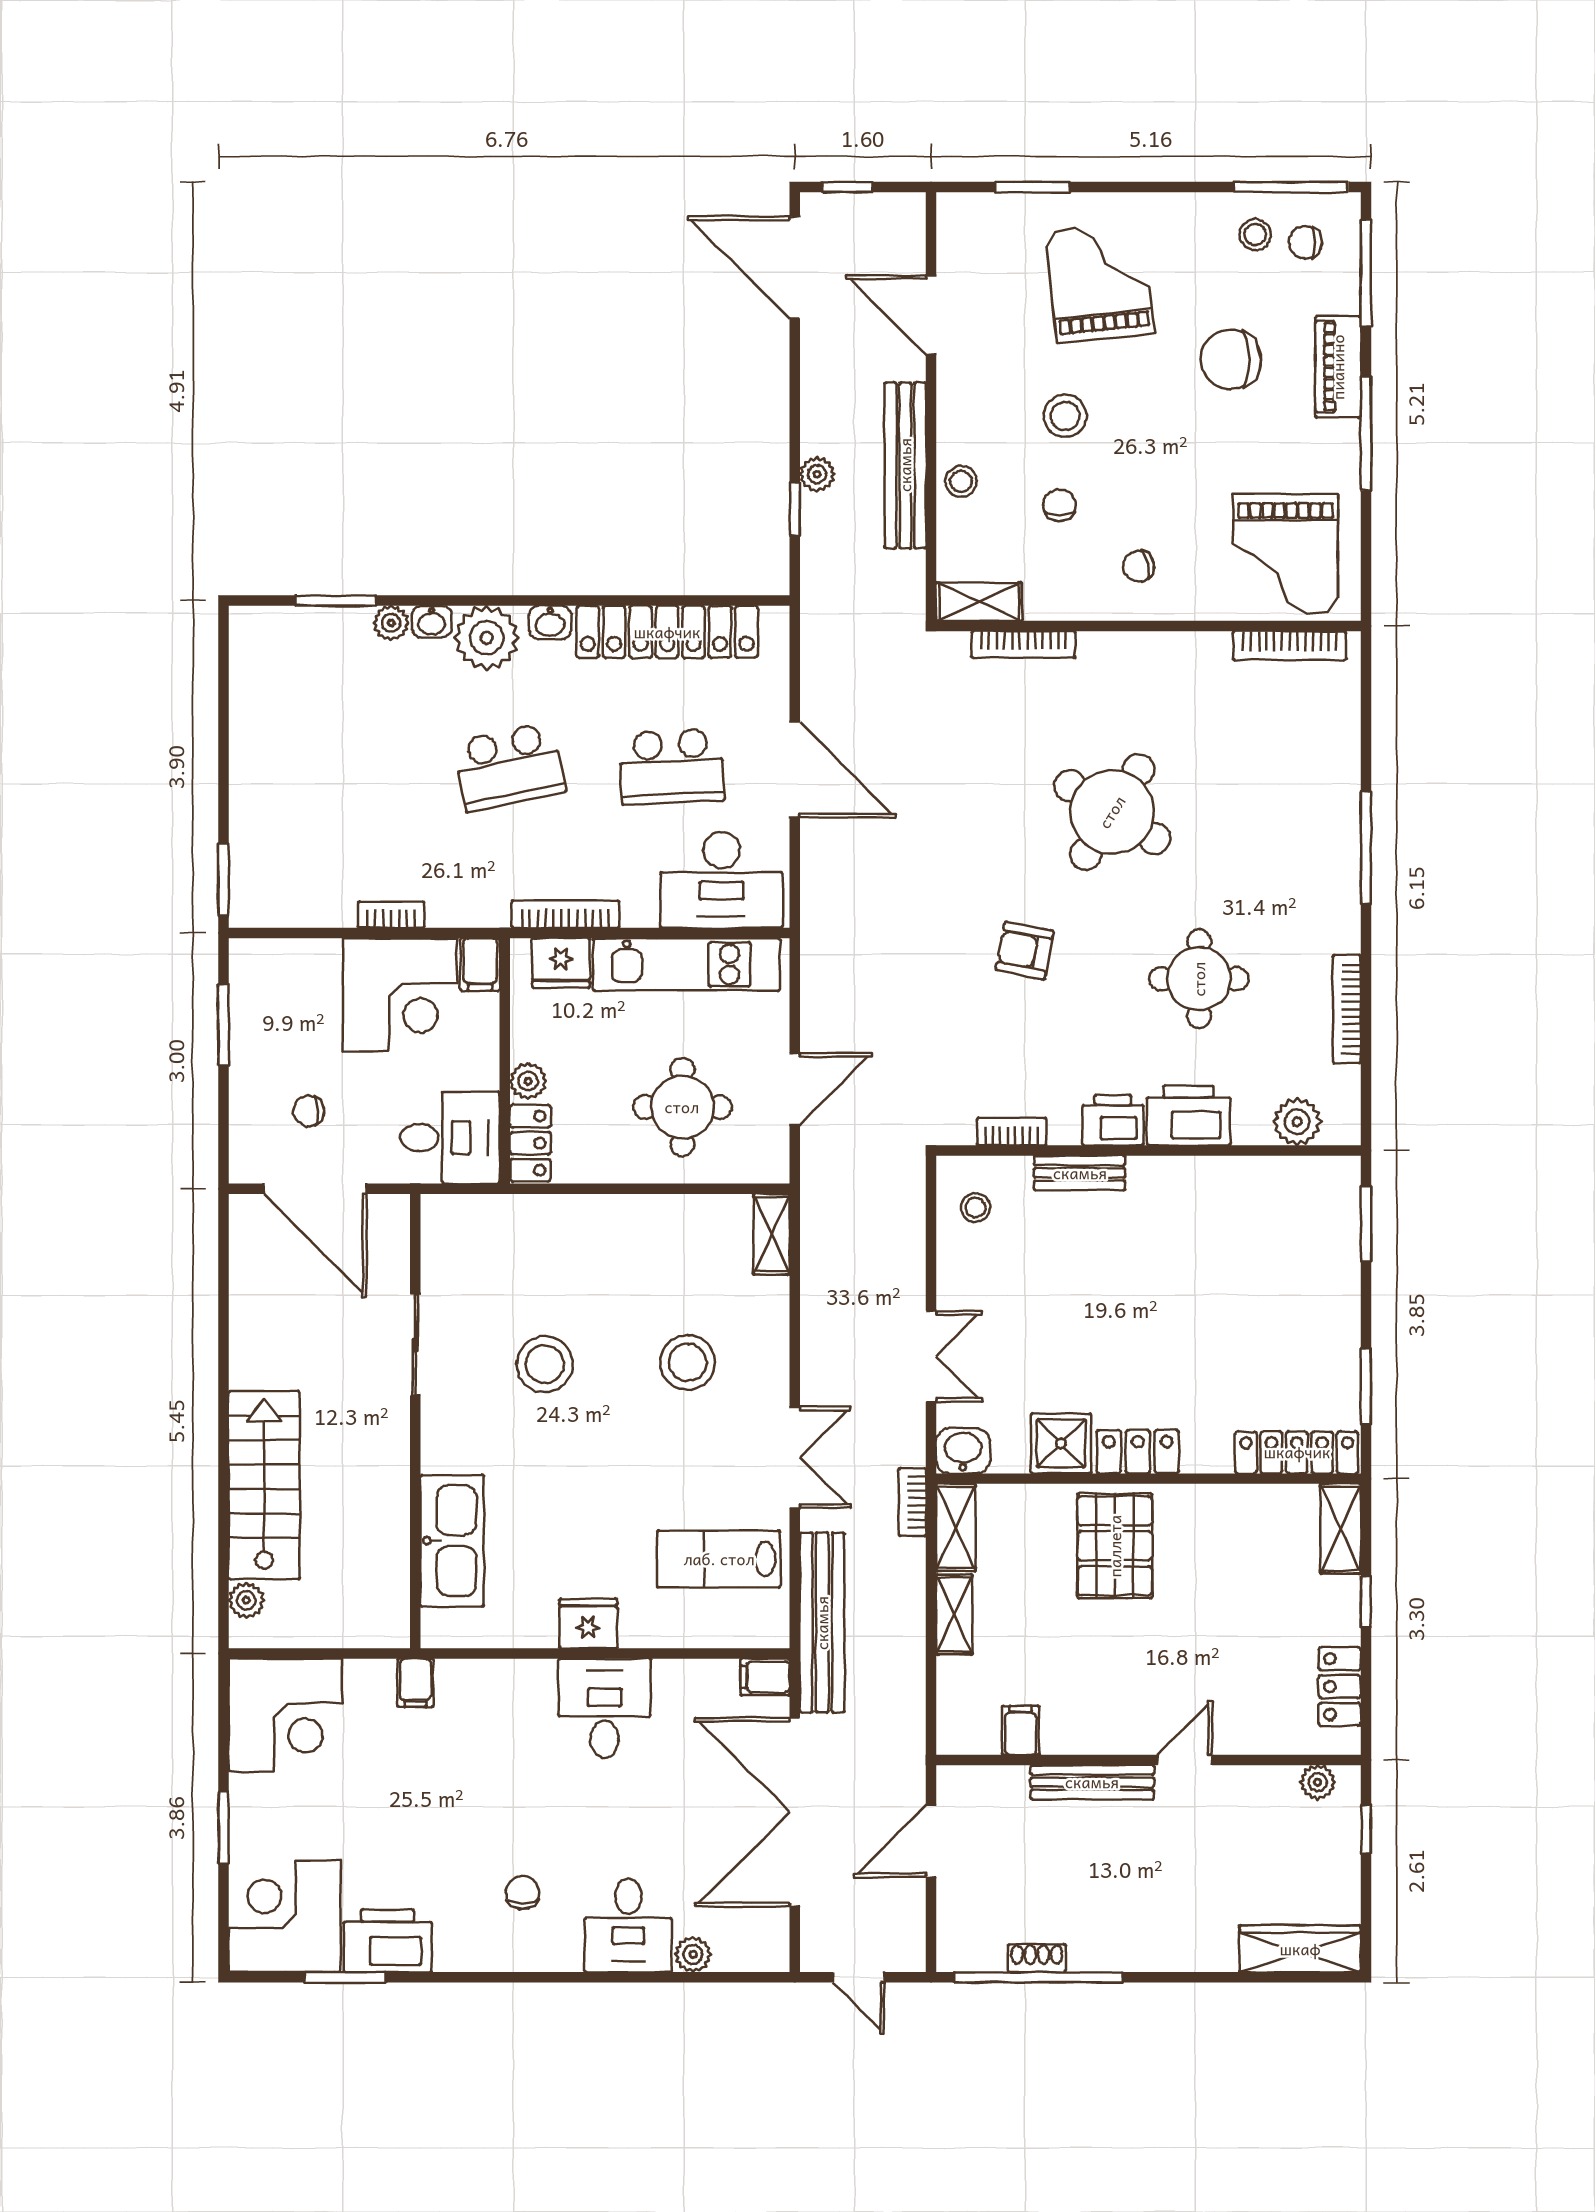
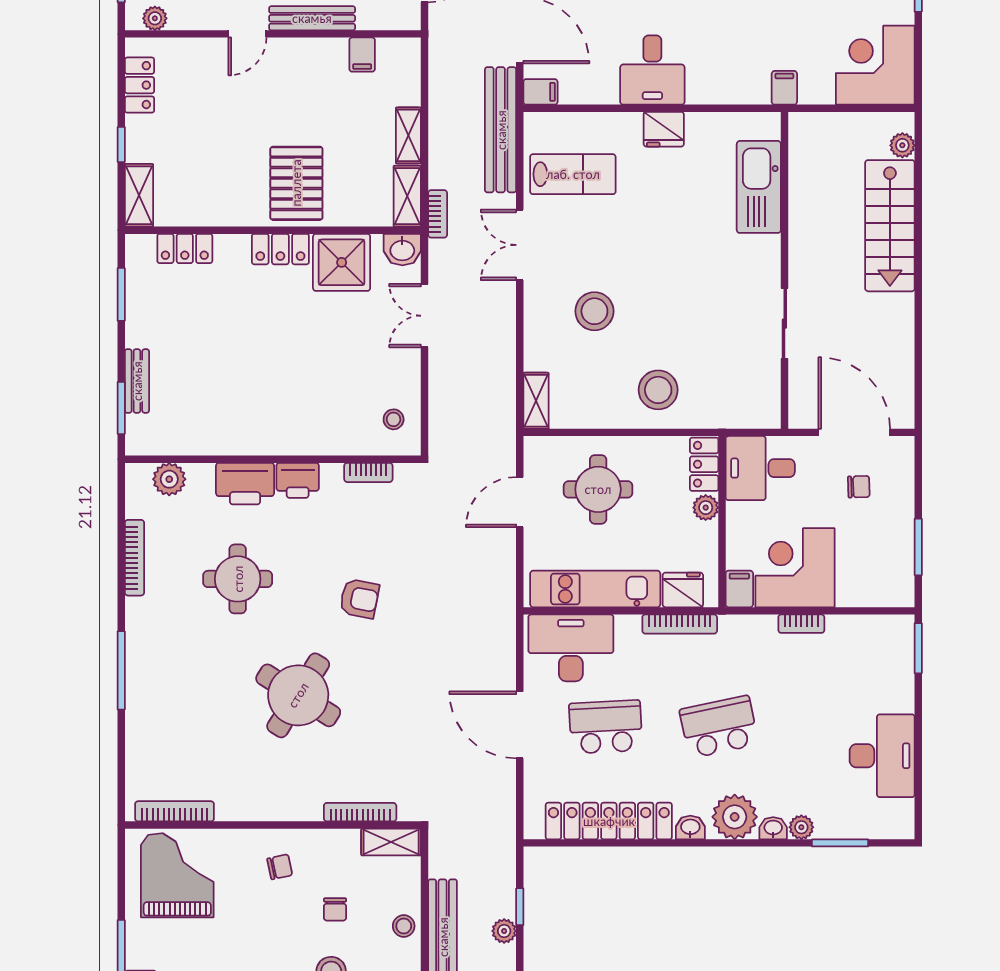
desk: (275, 725) -> (882, 756), added
bench: (1080, 1173) -> (137, 381), moved, turned 90
stool: (545, 1364) -> (658, 390), moved
shower: (1061, 1443) -> (342, 262), width x1.36, depth x1.36
locker: (1297, 1452) -> (185, 248), width x0.66

